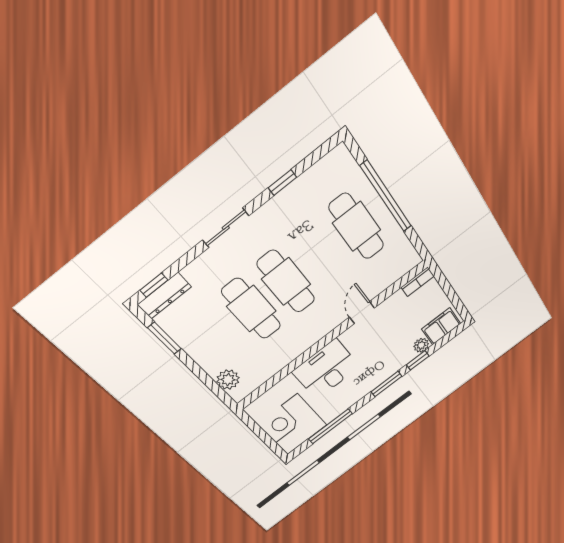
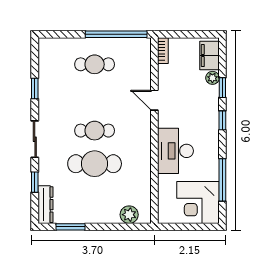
window: (386, 196) -> (116, 34), moved
cafe table: (357, 226) -> (95, 64), width x0.73, depth x0.74
cafe table: (286, 282) -> (95, 131), width x0.73, depth x0.74
window: (154, 285) -> (35, 182), moved
window: (386, 384) -> (222, 120), width x0.67

